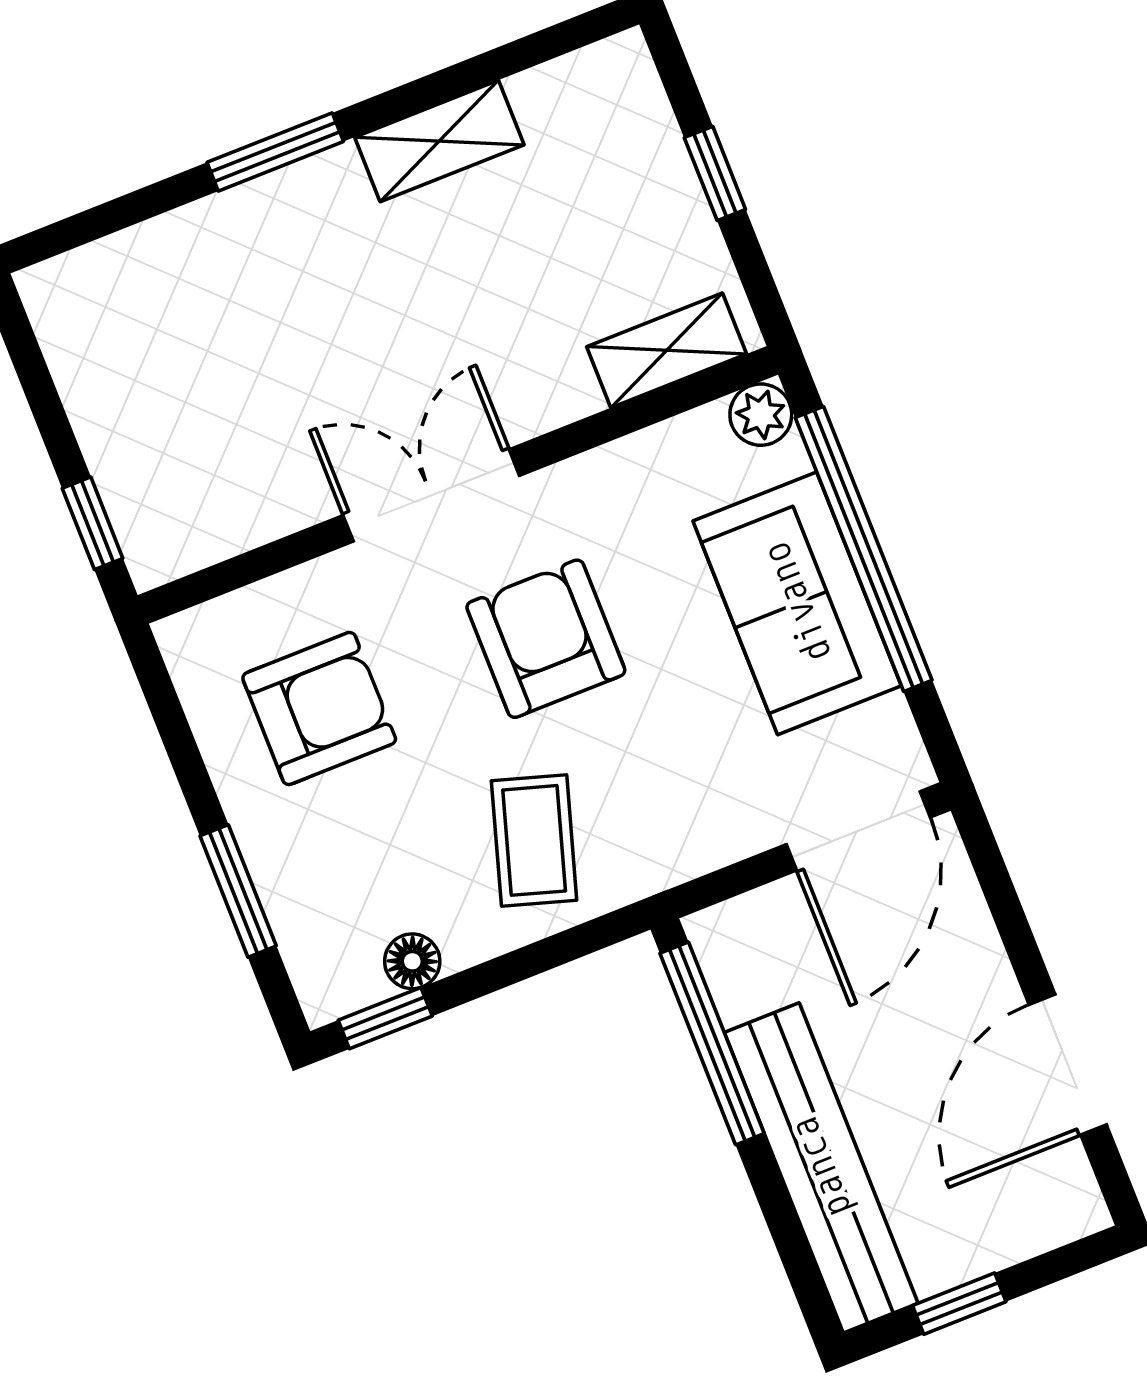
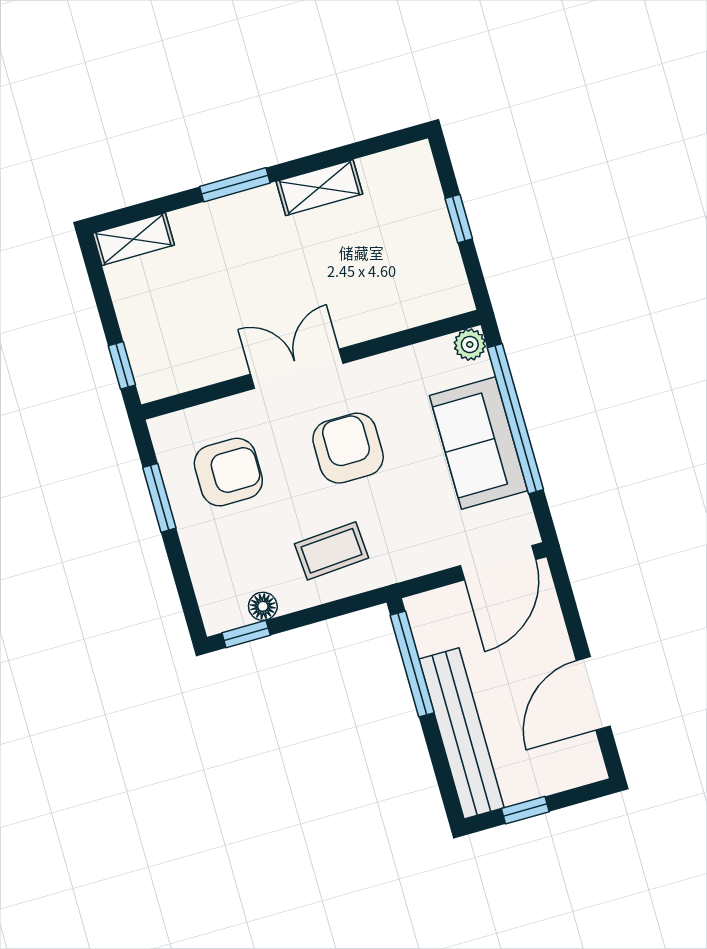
shelving: (667, 350) -> (134, 239), moved
coffee table: (534, 840) -> (332, 551), turned 69
window: (238, 891) -> (159, 498), moved

